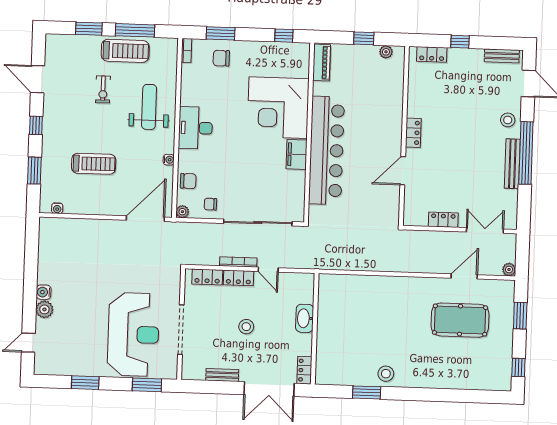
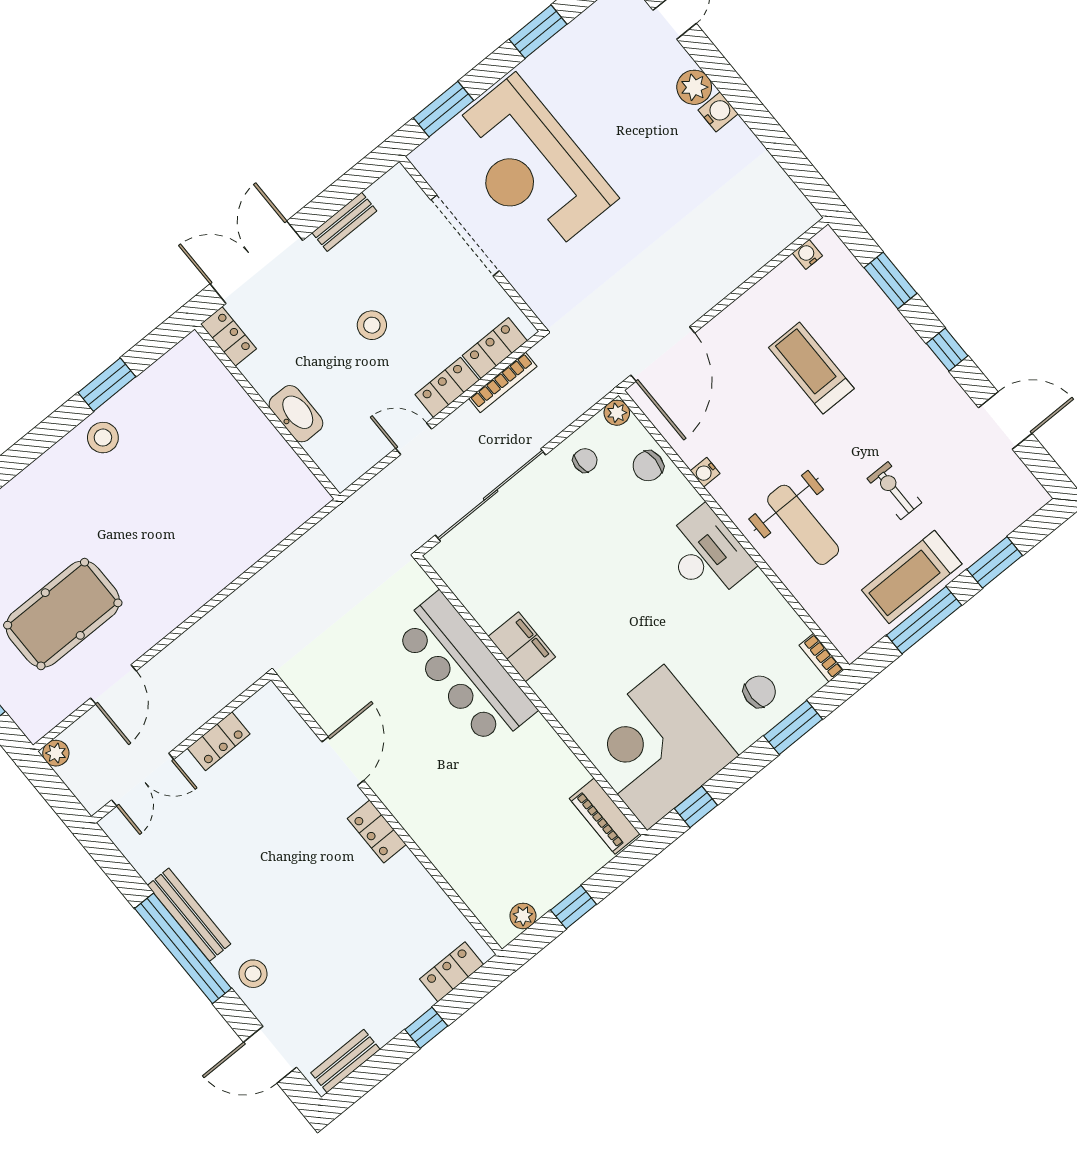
corner desk: (278, 108) -> (656, 747), moved, turned -90
bar counter: (327, 150) -> (465, 670), width x0.73
treadmill: (94, 164) -> (811, 368), turned 90
bookcase: (238, 262) -> (503, 383), moved

